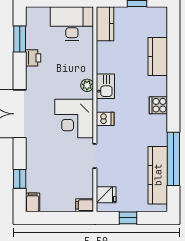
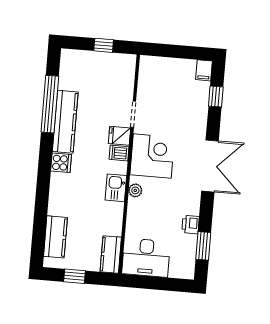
kitchen counter: (158, 56) -> (55, 237), moved
kitchen counter: (158, 175) -> (65, 122), moved
fridge: (106, 195) -> (119, 136), moved
filing cabinet: (85, 205) -> (149, 63), removed

